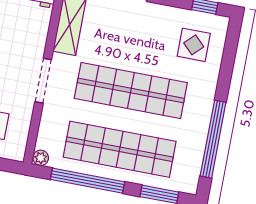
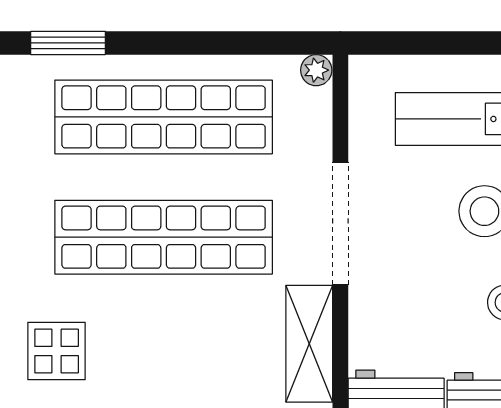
doorway: (43, 81) -> (340, 223), width x1.36
window: (88, 181) -> (215, 43), removed

